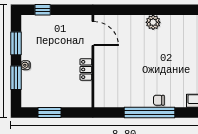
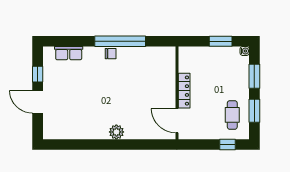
cafe table: (38, 39) -> (232, 115), added
water cooler: (26, 65) -> (245, 51), moved
locker: (86, 69) -> (184, 91), width x1.53

